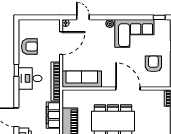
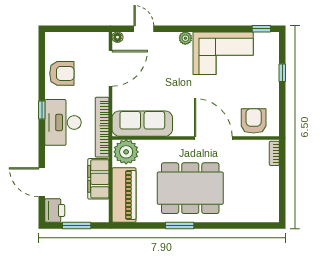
armchair: (153, 64) -> (254, 121), moved
desk: (30, 78) -> (63, 122), width x1.37
plant: (71, 98) -> (126, 152), added

